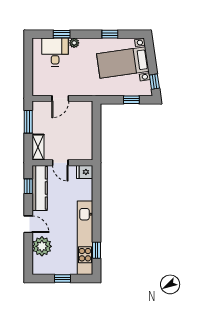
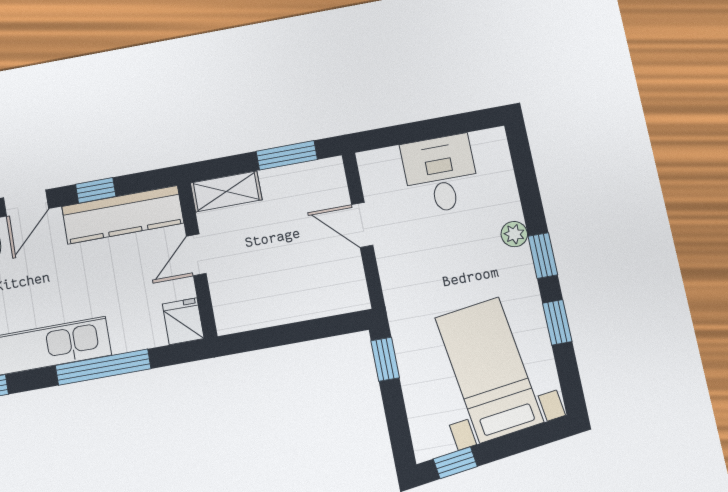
window: (62, 34) -> (543, 256), moved
desk: (55, 52) -> (440, 174), moved, turned -90
window: (131, 100) -> (385, 359), moved
window: (28, 186) -> (96, 190), moved
window: (96, 205) -> (103, 367), added

